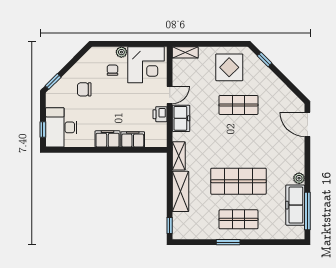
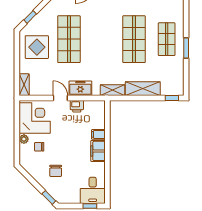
shop shelf: (239, 105) -> (69, 39), width x1.43, depth x1.36
desk: (61, 127) -> (93, 190), width x0.73
filing cabinet: (133, 139) -> (98, 134), width x0.50

